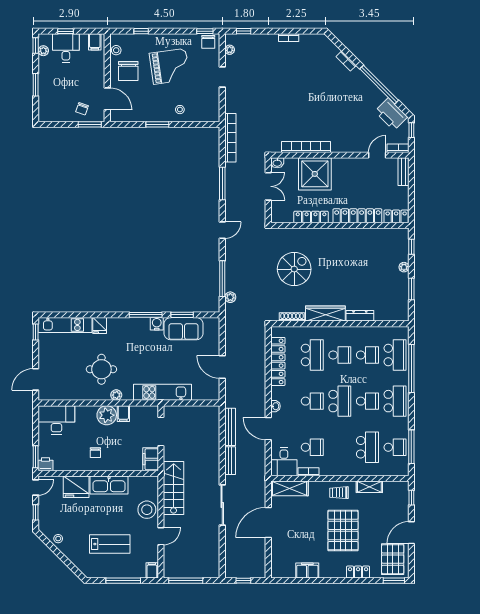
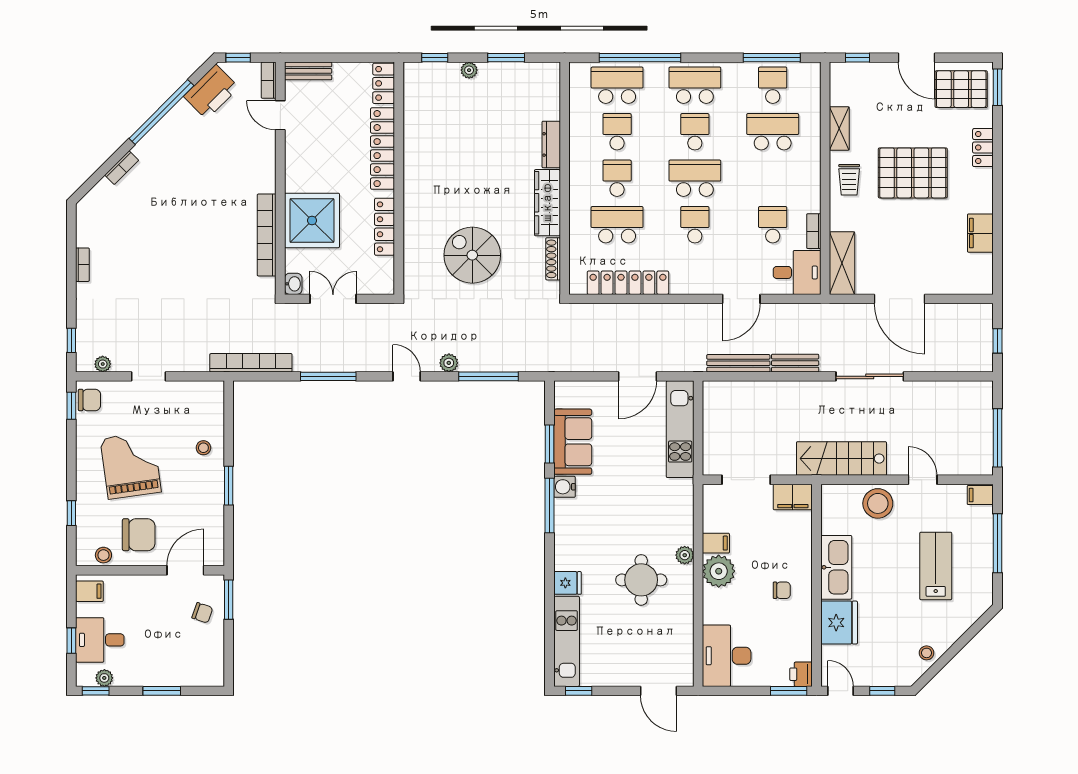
plant: (230, 297) -> (449, 363), moved
kitchen unit: (162, 392) -> (680, 429), moved
washbasin: (275, 406) -> (703, 287), removed

